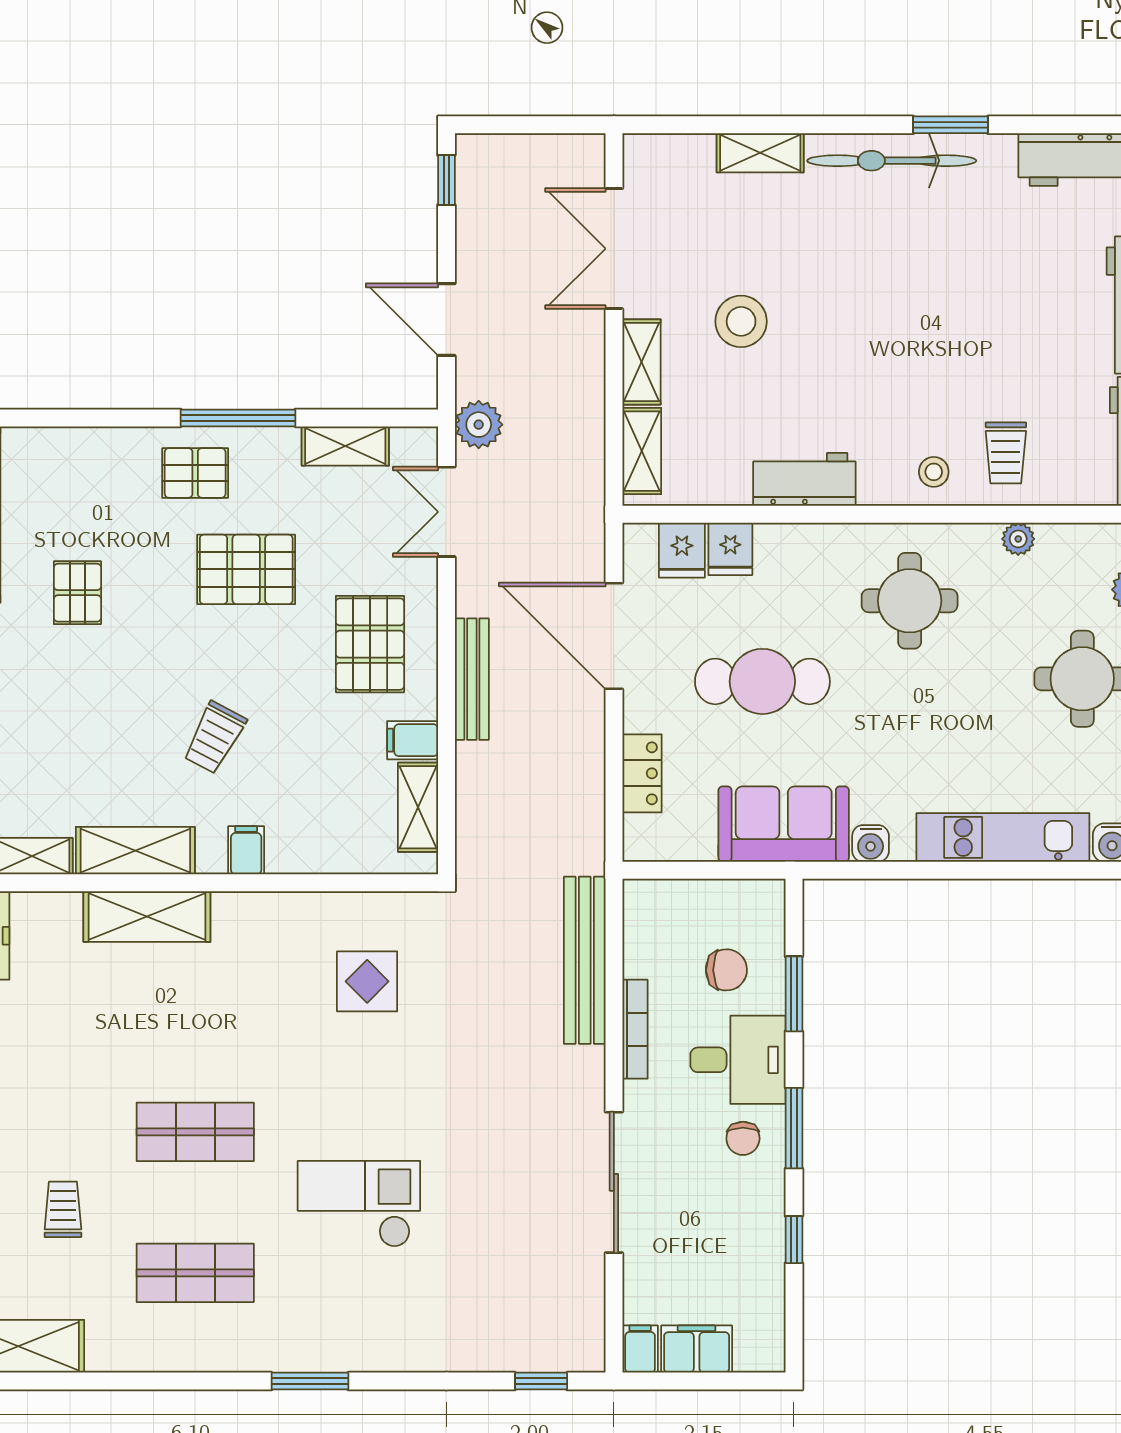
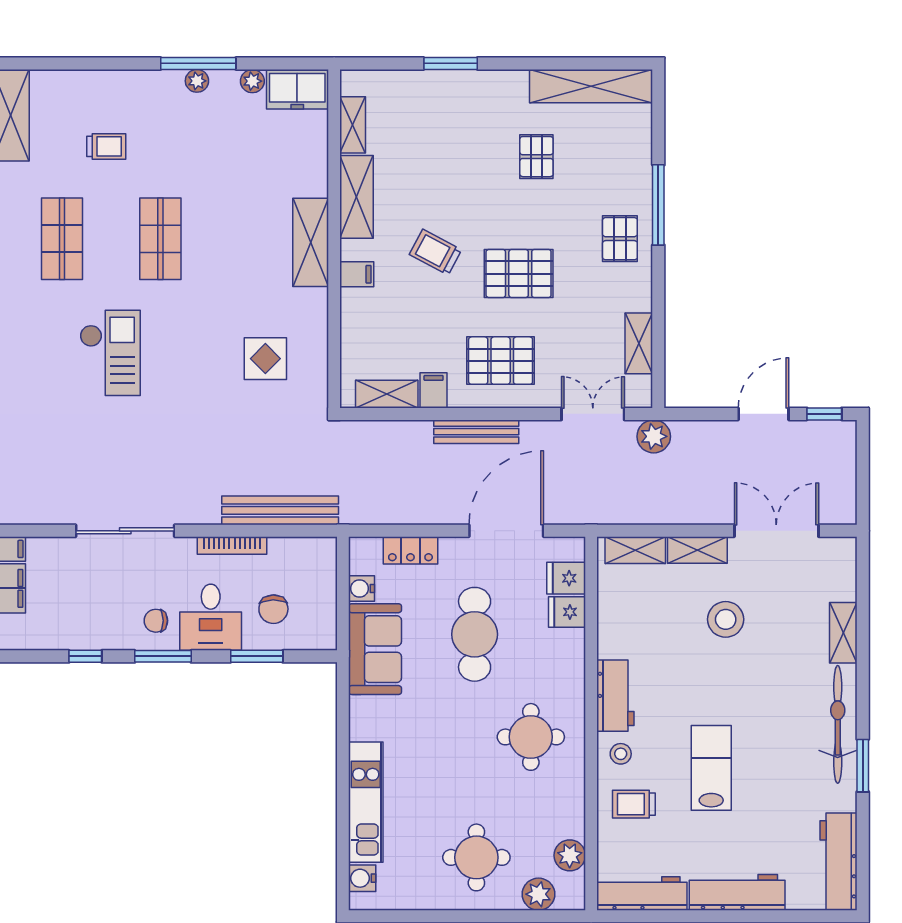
door: (446, 320) -> (764, 414), moved
lab bench: (954, 342) -> (711, 768), added
window: (238, 418) -> (658, 205), moved
workbench: (804, 479) -> (615, 696), moved
plant: (1018, 539) -> (570, 855), moved, width x1.38, depth x1.38
pallet: (246, 569) -> (519, 274), moved, turned 90
pallet: (77, 593) -> (536, 157), turned 90
water cooler: (871, 843) -> (362, 589), moved
shelving: (147, 917) -> (311, 242), moved

